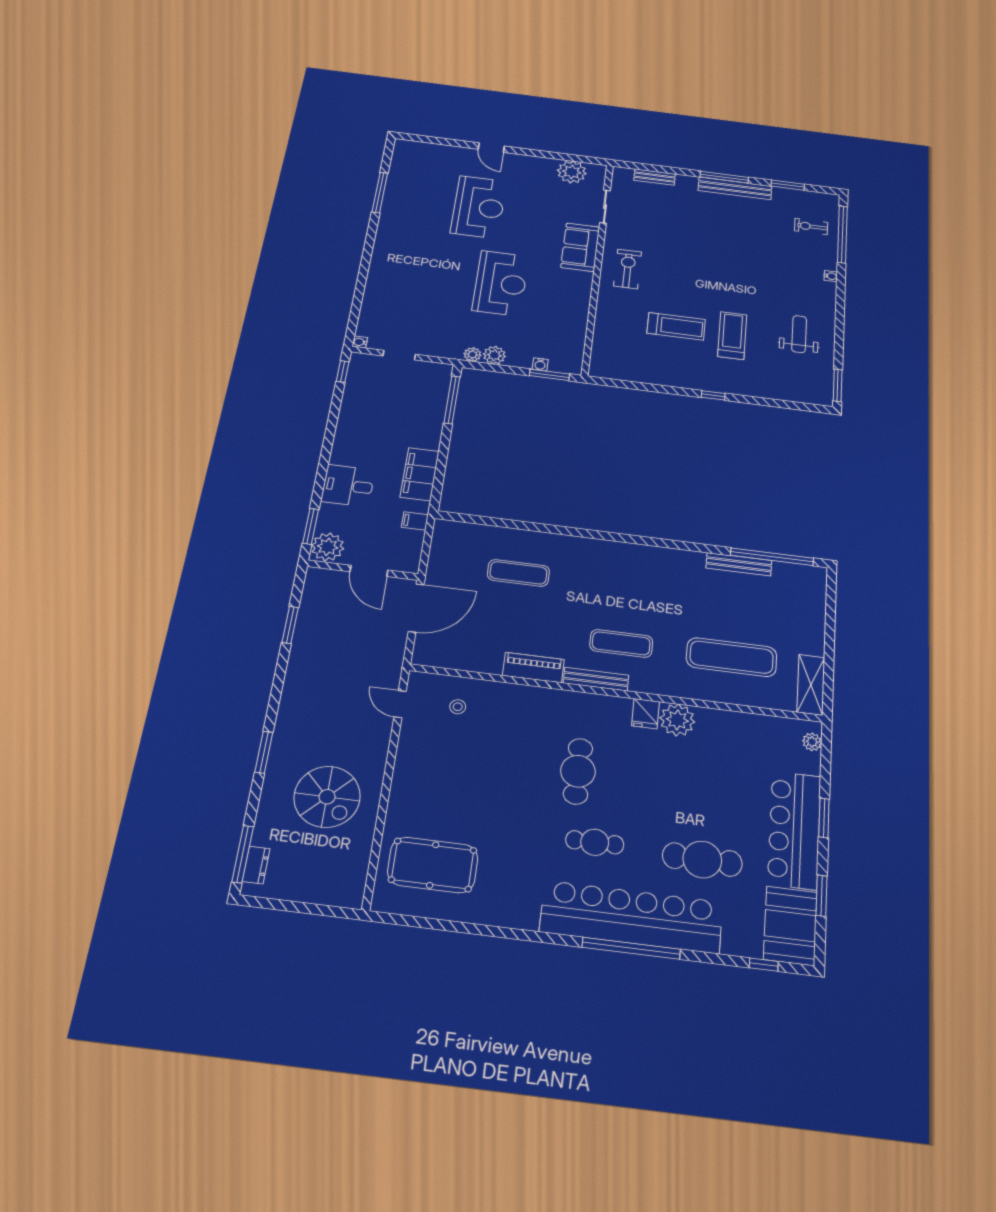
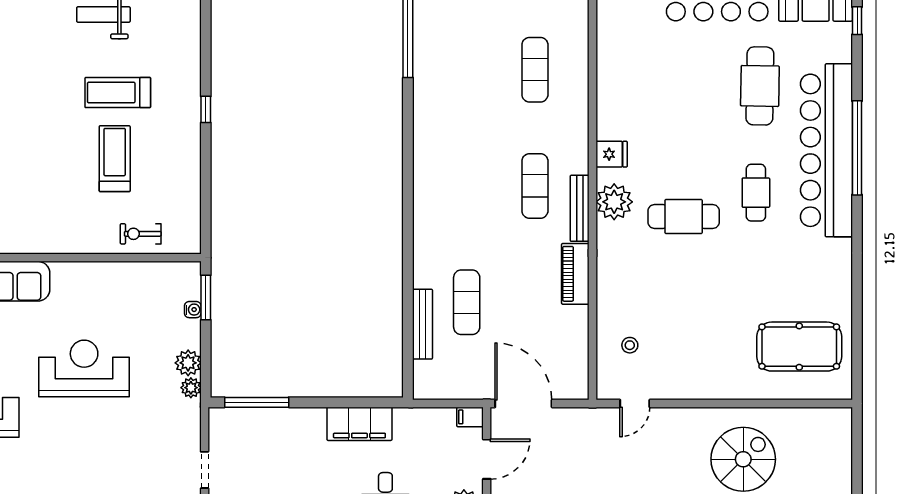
exercise bike: (628, 269) -> (141, 234), moved, width x0.73, depth x0.72
filing cabinet: (415, 521) -> (470, 417), moved, turned 90
bench: (739, 564) -> (422, 324), moved
exercise mat: (732, 657) -> (535, 70), width x0.73, depth x0.69
plant: (677, 720) -> (614, 202), moved
pool table: (433, 865) -> (799, 347), turned 90

